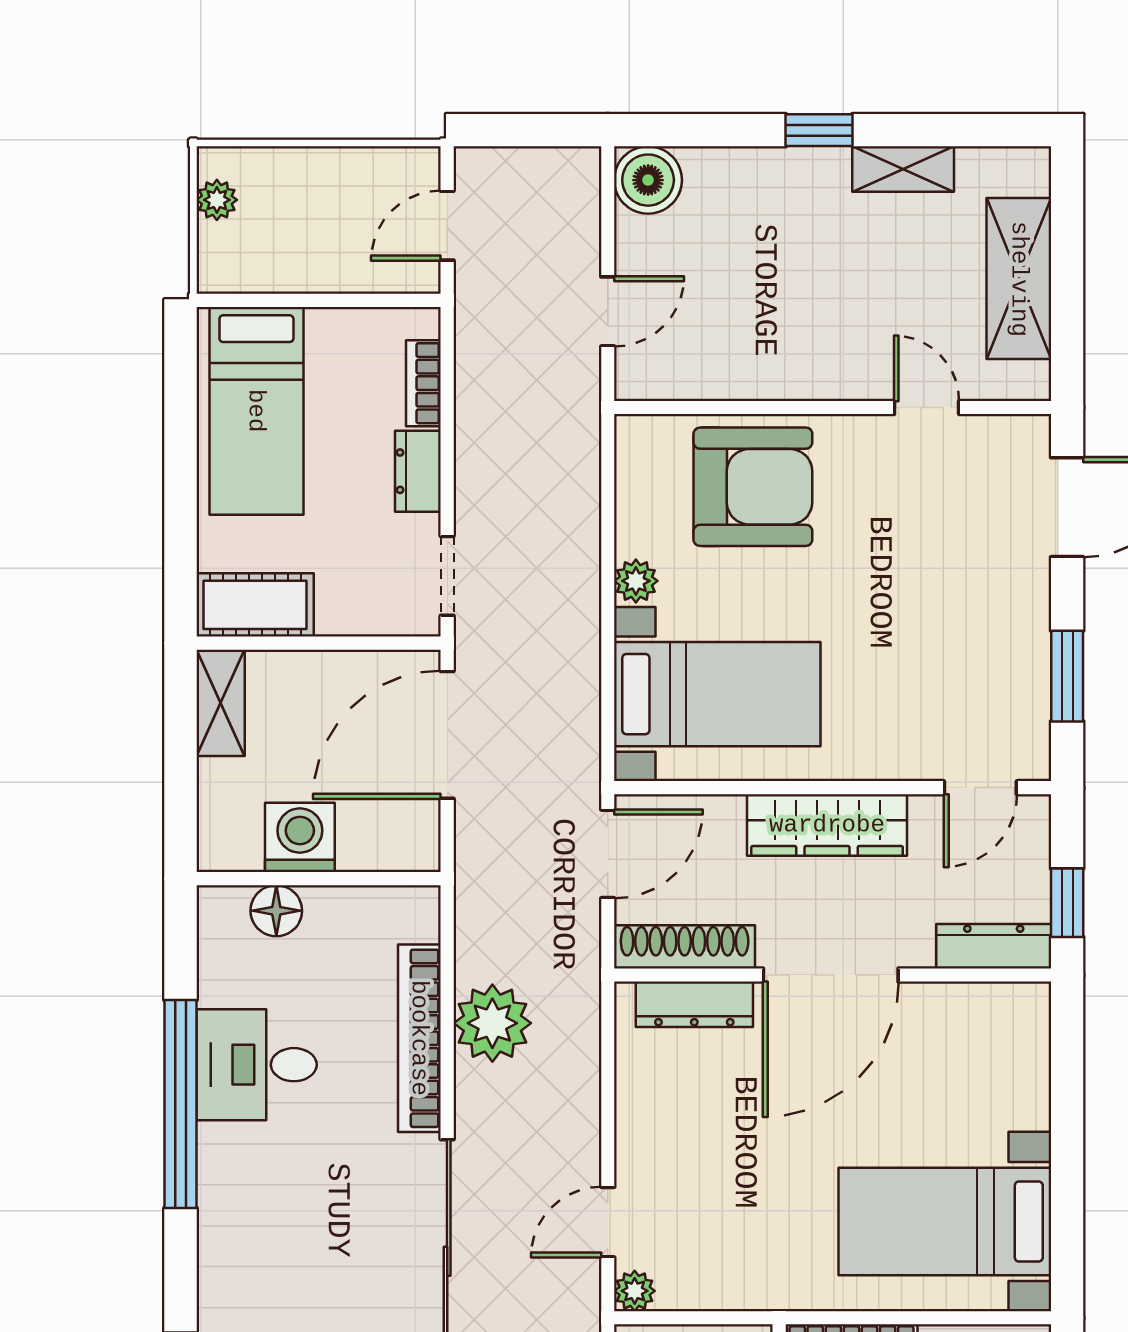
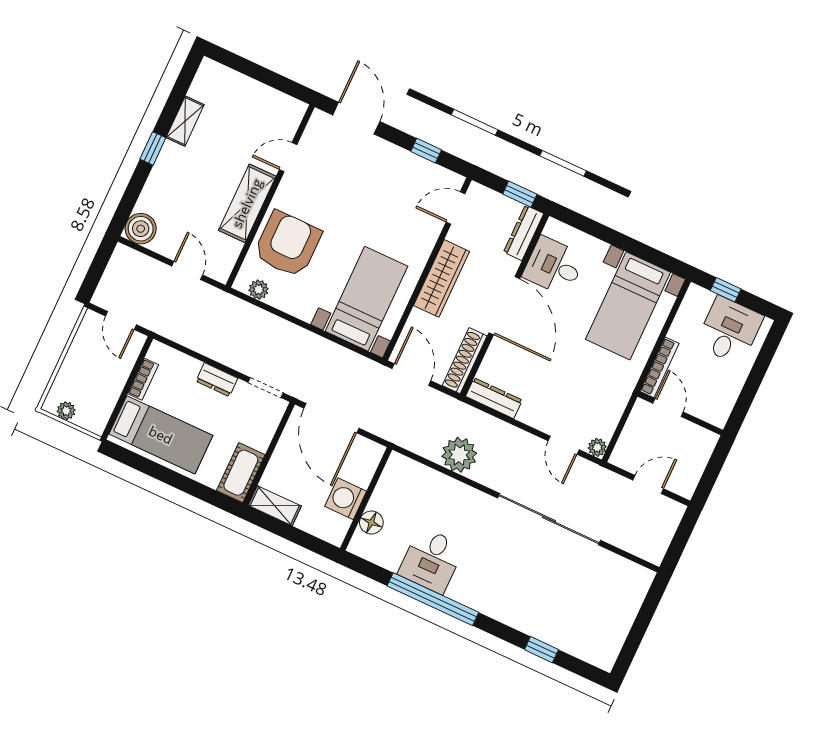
shelving: (1019, 279) -> (247, 203), moved, turned 90
bookcase: (423, 383) -> (143, 379), moved, turned -90
plant: (636, 581) -> (259, 290), moved
window: (1067, 676) -> (426, 151), width x0.67
door: (980, 788) -> (456, 208), swing flipped
dresser: (694, 1004) -> (494, 398), moved, turned -90
desk: (955, 1037) -> (554, 266), added
bookcase: (419, 1038) -> (452, 488), removed

